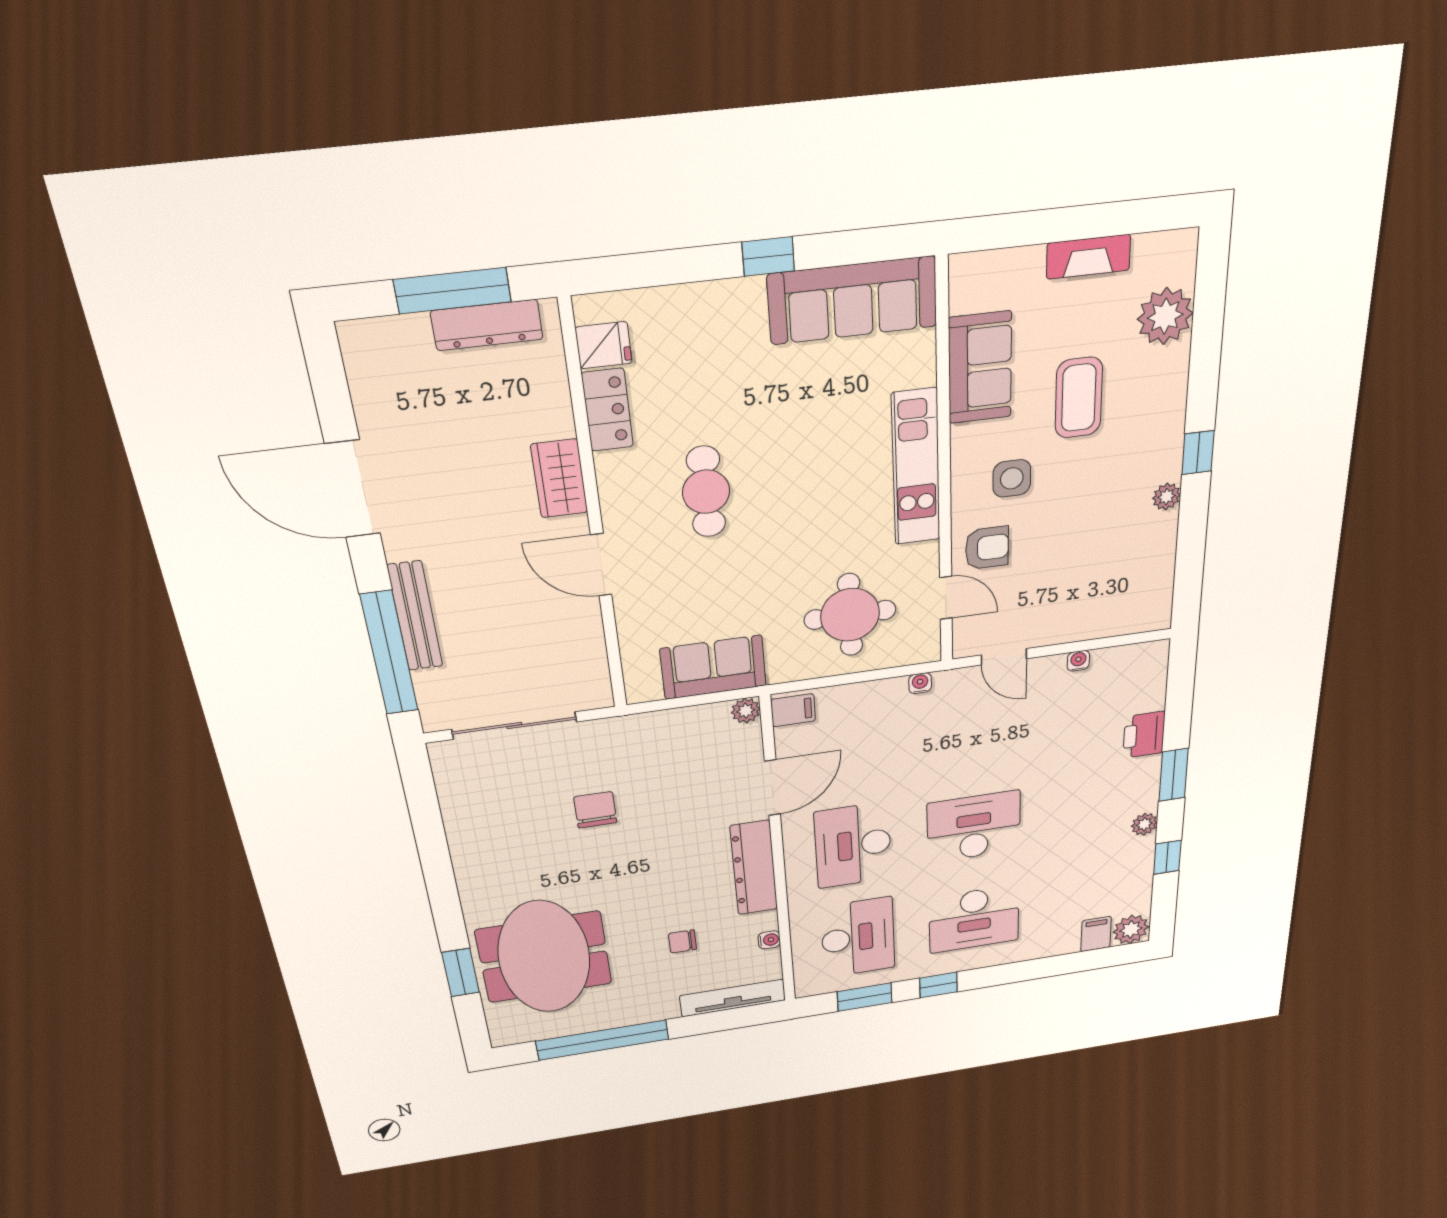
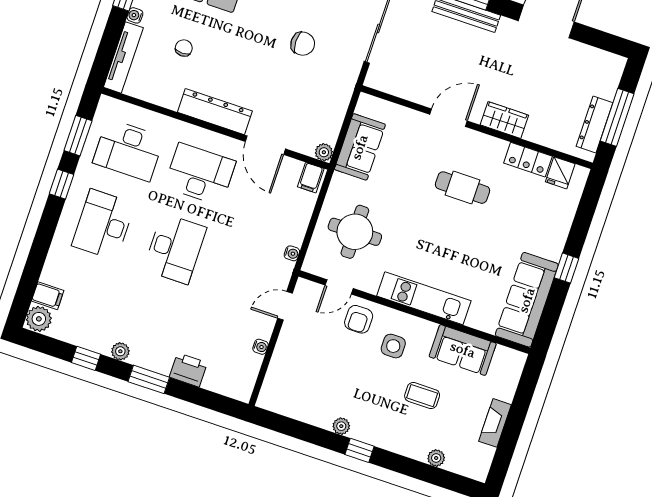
plant: (1165, 316) -> (436, 458), width x0.53, depth x0.53
coffee table: (1079, 398) -> (422, 396), width x0.73, depth x0.77
water cooler: (769, 940) -> (135, 15), moved, turned 90

